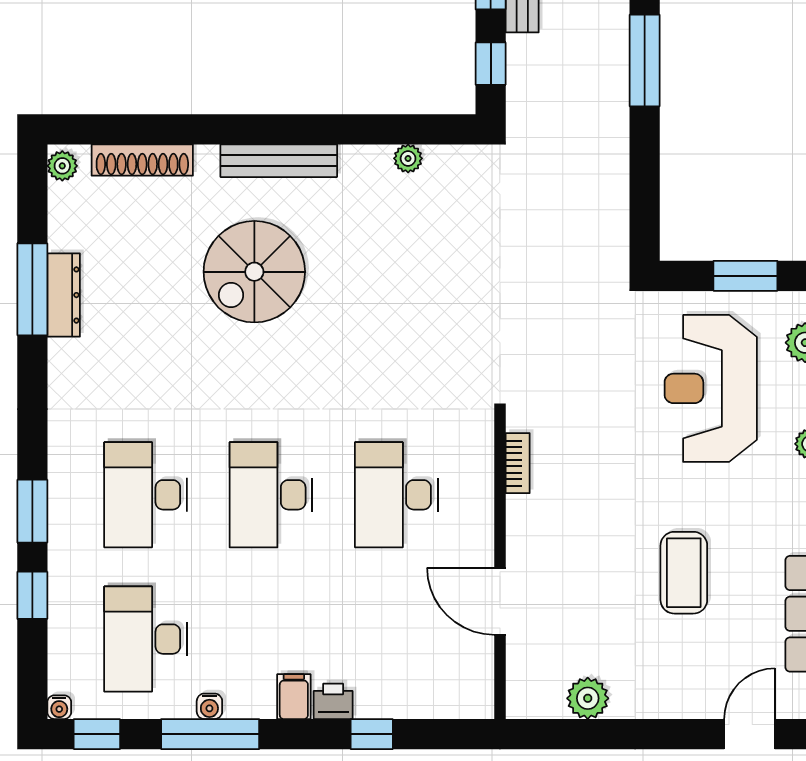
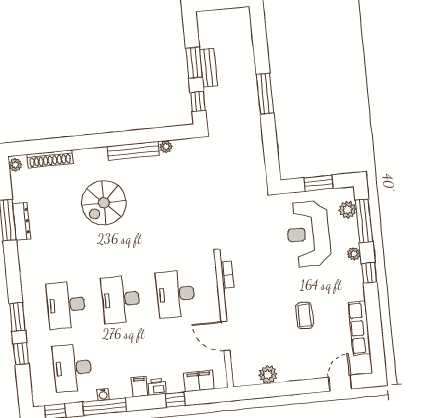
bench: (279, 161) -> (133, 151), moved
coffee table: (684, 573) -> (305, 315), width x0.73, depth x0.77
filing cabinet: (429, 697) -> (199, 381), added
water cooler: (59, 707) -> (38, 401), removed

